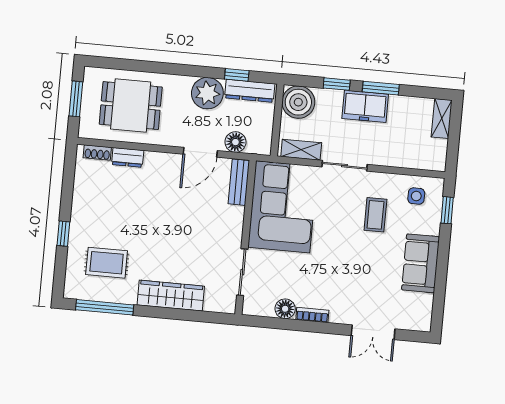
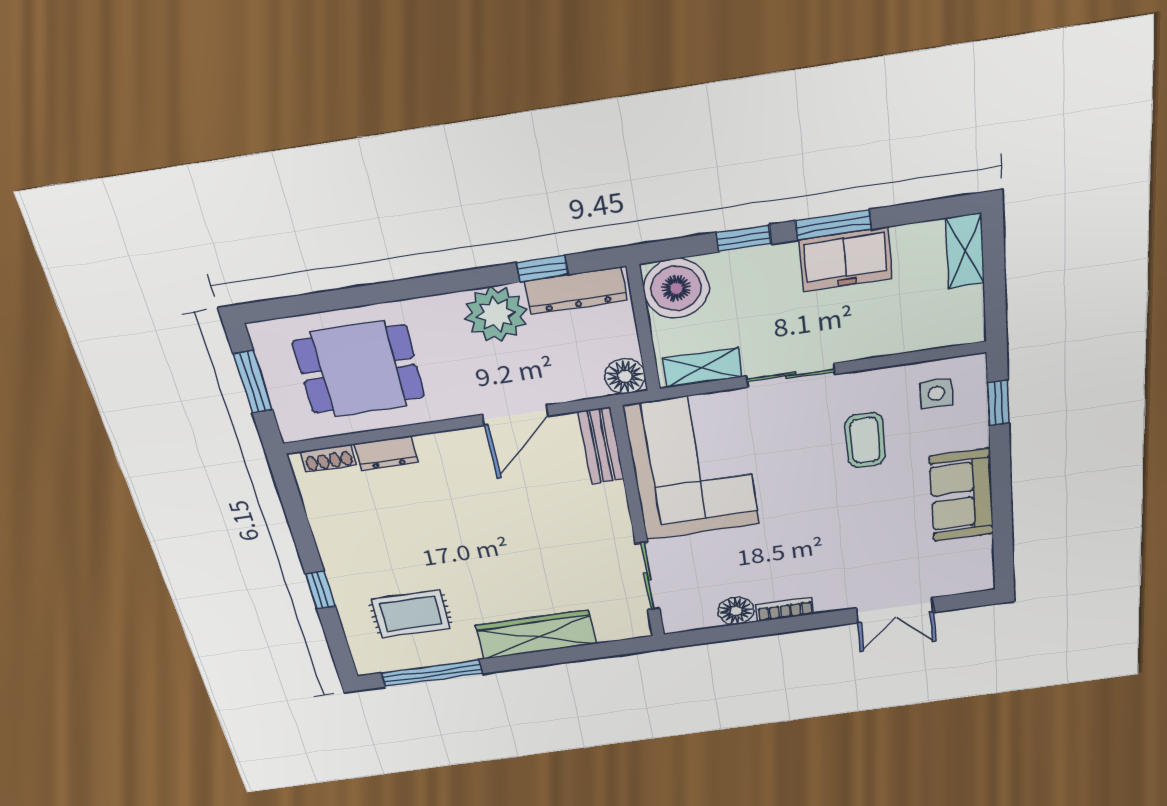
freezer: (365, 106) -> (845, 259), moved
floor lamp: (235, 142) -> (625, 376), moved

